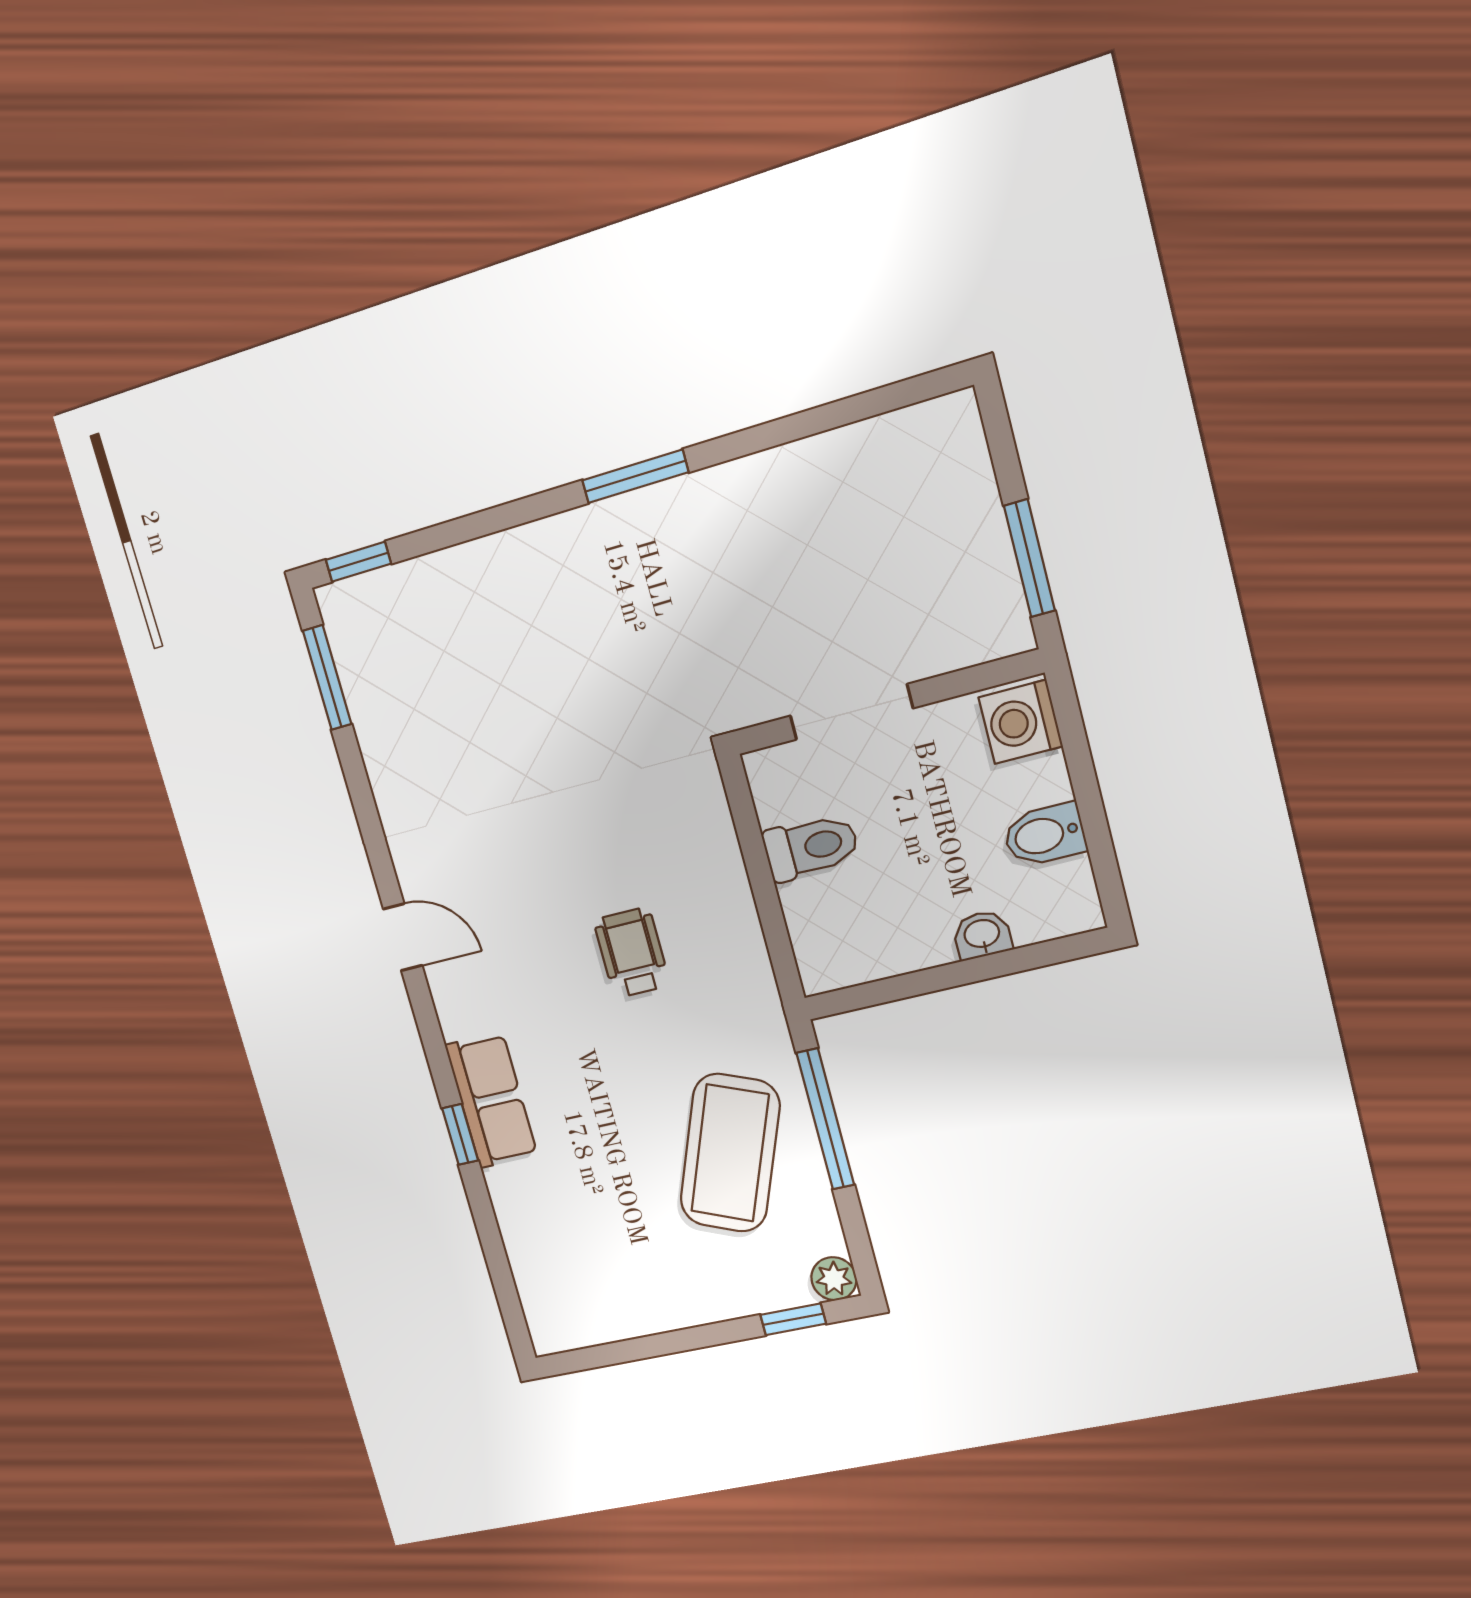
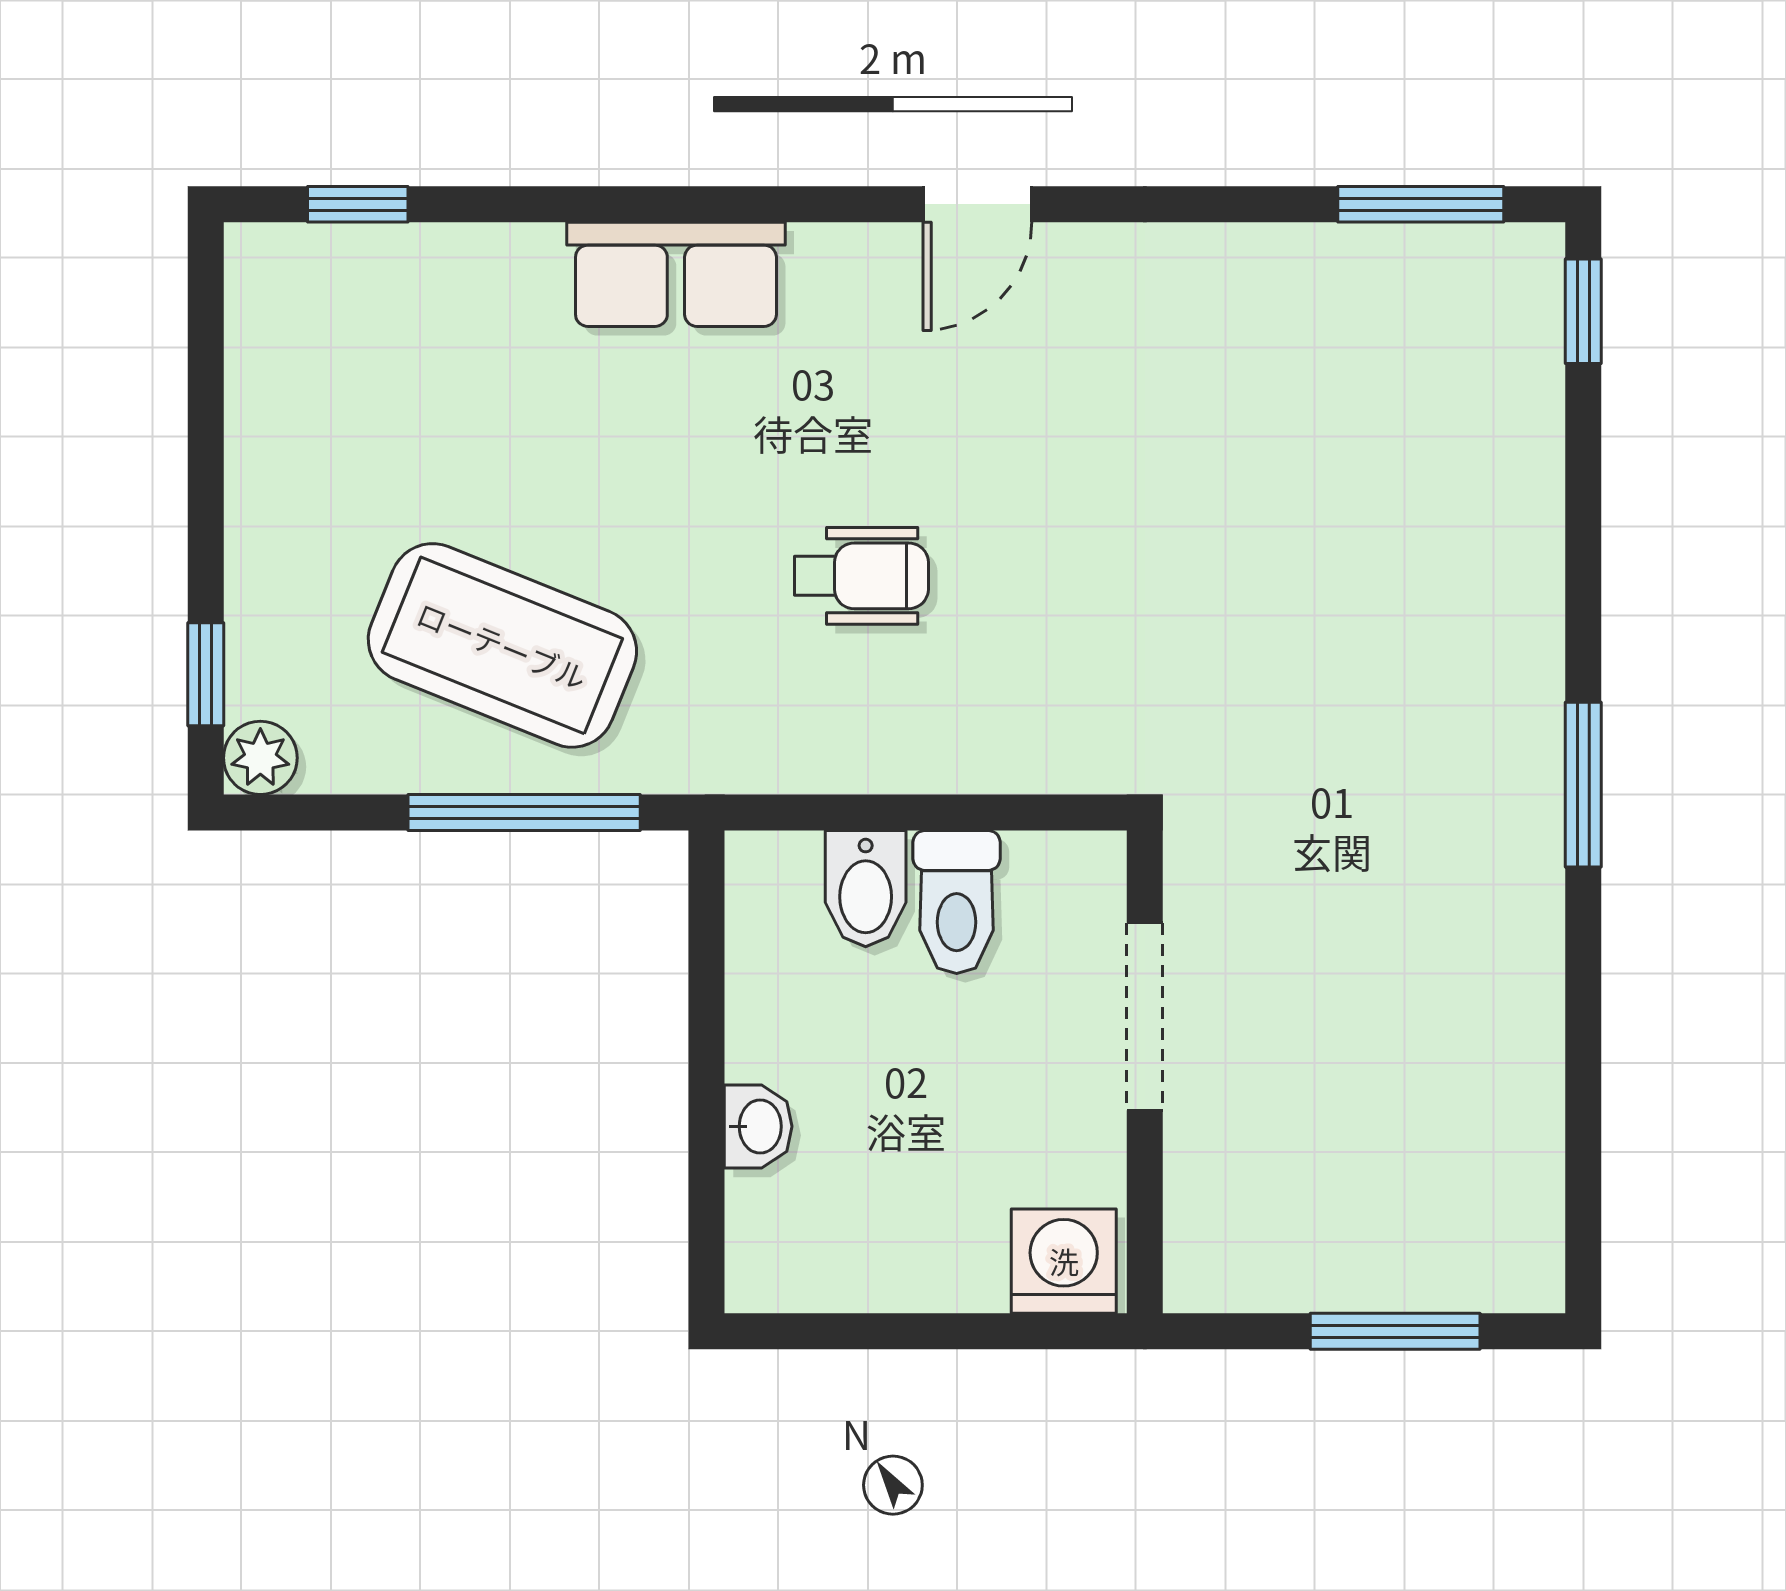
window: (1029, 558) -> (1395, 1331), moved
bidet: (1045, 835) -> (866, 889), moved, turned 180
window: (460, 1134) -> (358, 204), moved

